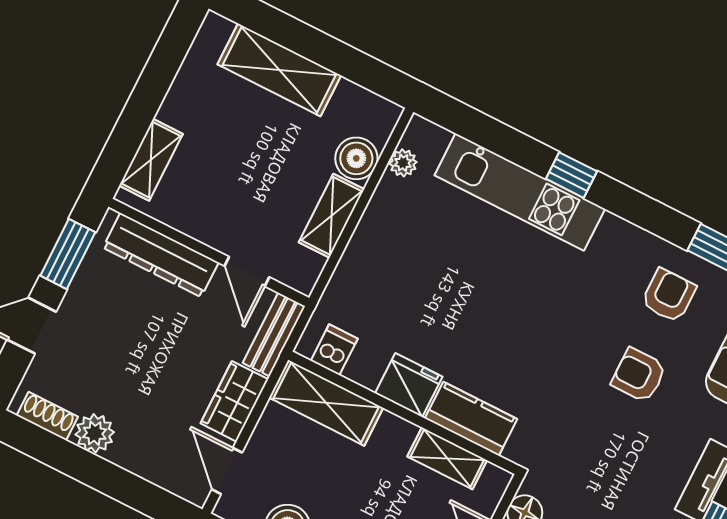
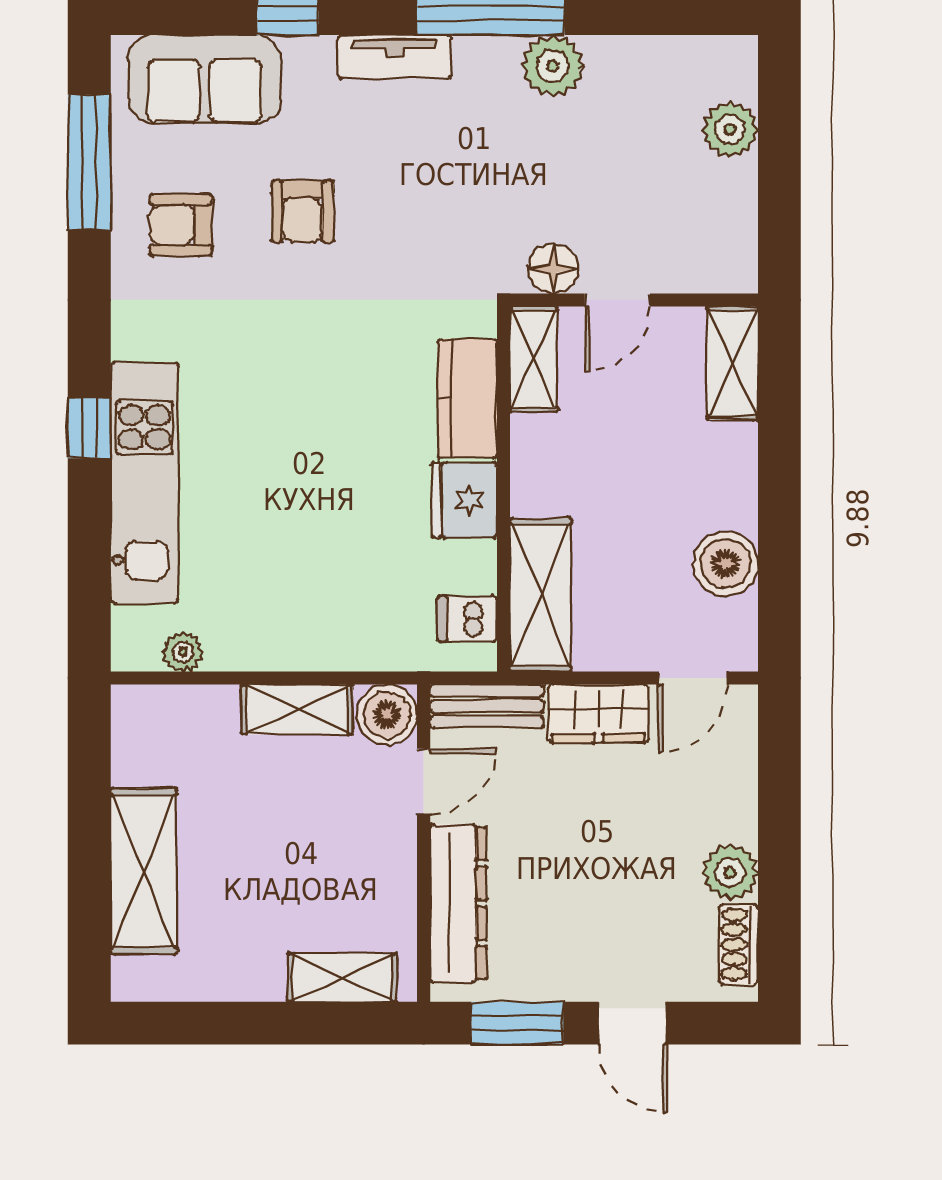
boiler: (356, 158) -> (387, 715), moved
shelving: (447, 458) -> (534, 359), moved

